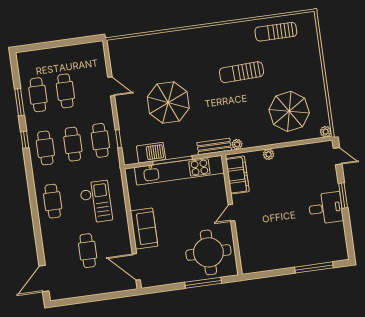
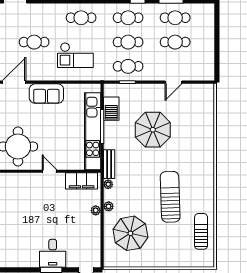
sun lounger: (241, 72) -> (170, 197), width x1.36, depth x1.34
plant: (326, 132) -> (109, 206), moved
desk: (326, 208) -> (53, 253), moved

